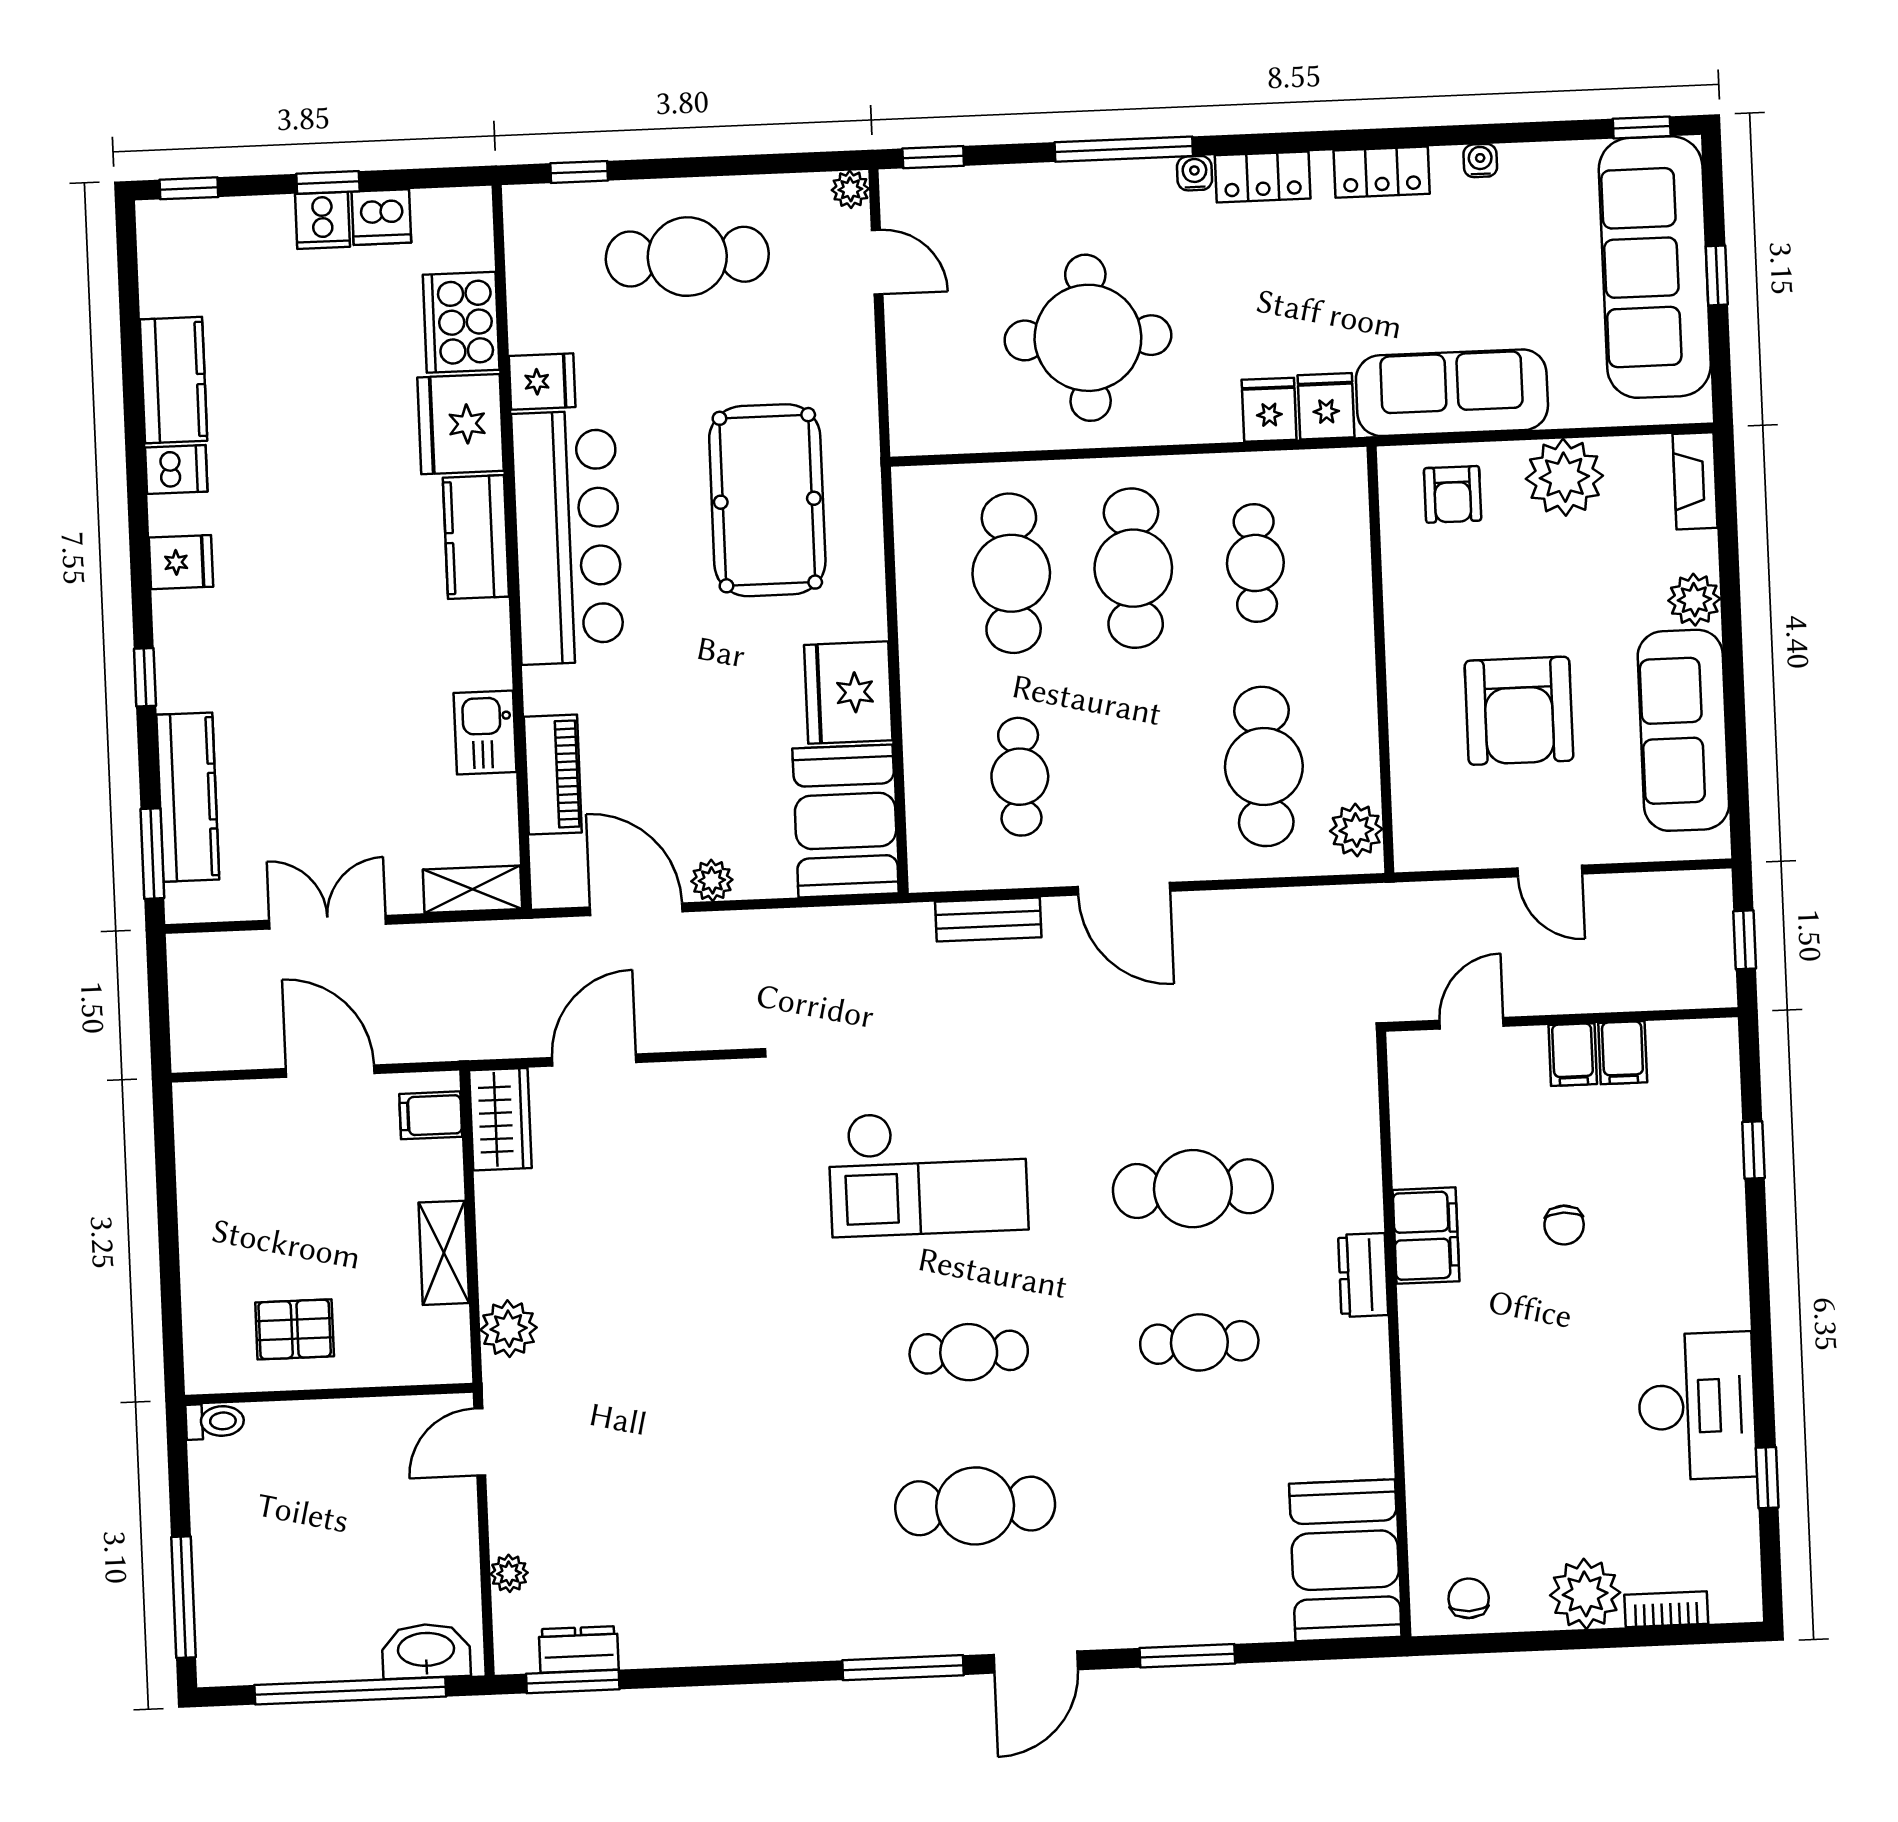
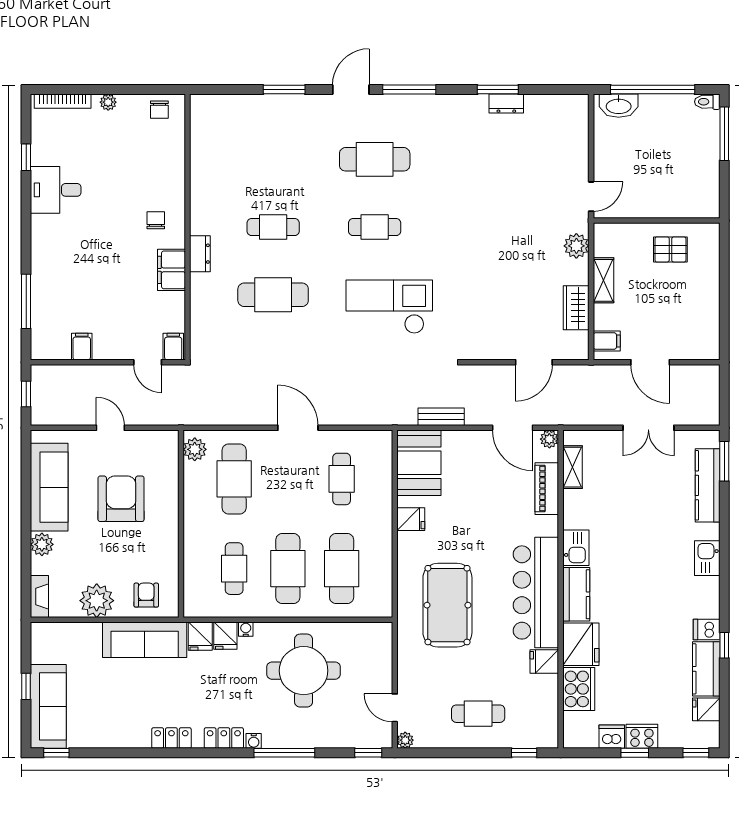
water cooler: (1480, 161) -> (246, 629), moved, turned 180
cooker: (323, 220) -> (642, 736), width x1.36
cafe table: (687, 257) -> (478, 714), width x0.73, depth x0.74
sofa: (1655, 267) -> (48, 706), width x0.74, depth x0.79
fridge: (181, 562) -> (706, 709), moved
kitchen sink: (182, 632) -> (707, 558), added
window: (145, 677) -> (724, 645), moved
fridge: (848, 693) -> (411, 519), width x0.53, depth x0.75
kitchen sink: (485, 732) -> (576, 548), moved
plant: (712, 880) -> (549, 439), moved
shelving: (472, 889) -> (572, 467), moved, turned 90
bench: (988, 920) -> (441, 417), moved
door: (1472, 1023) -> (148, 362), hinge flipped
filing cabinet: (1573, 1055) -> (173, 347), moved
wardrobe: (500, 1119) -> (576, 308), moved
window: (1753, 1150) -> (26, 301), width x2.17
chair: (1564, 1225) -> (156, 220), moved
desk: (1697, 1406) -> (56, 190), width x0.73
toilet: (215, 1421) -> (707, 102), moved
booth: (1345, 1560) -> (213, 129), removed
plant: (509, 1573) -> (581, 138), removed
plant: (1585, 1594) -> (108, 102), width x0.53, depth x0.53
bookcase: (1666, 1609) -> (63, 101), width x1.56
dresser: (579, 1649) -> (506, 104), moved
window: (573, 1681) -> (498, 90), moved

